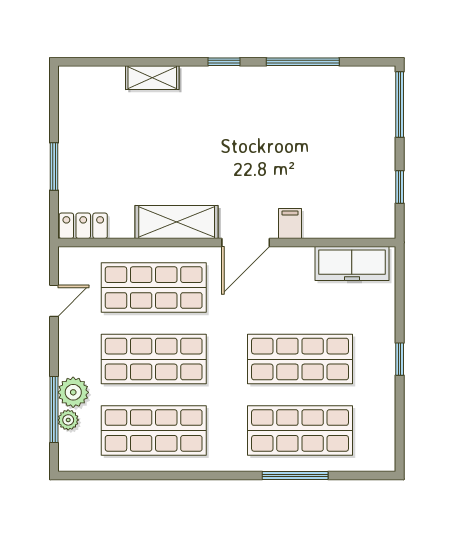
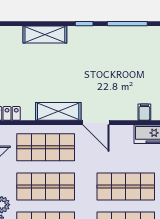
shelving: (152, 78) -> (45, 35), width x1.50, depth x1.33
filing cabinet: (290, 224) -> (144, 112), moved
door: (246, 242) -> (96, 123), hinge flipped

